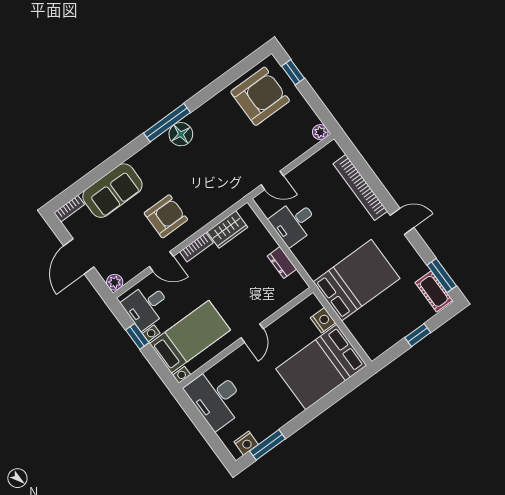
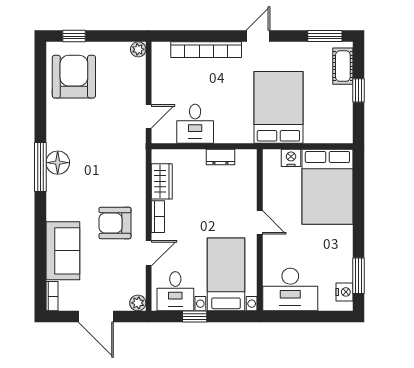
armchair: (166, 216) -> (115, 223), turned -90
cot: (434, 291) -> (343, 66), moved, turned 90

